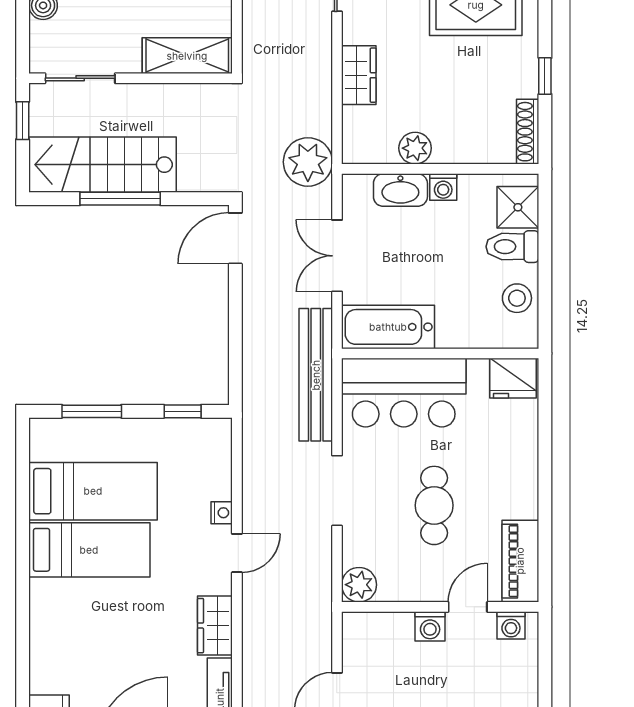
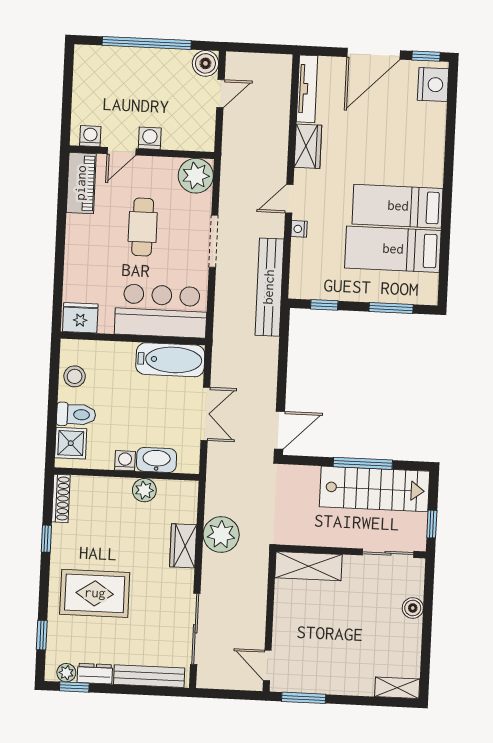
plant: (308, 162) -> (221, 535), moved
bench: (316, 375) -> (269, 287), moved
plant: (359, 585) -> (196, 176), width x1.36, depth x1.36

